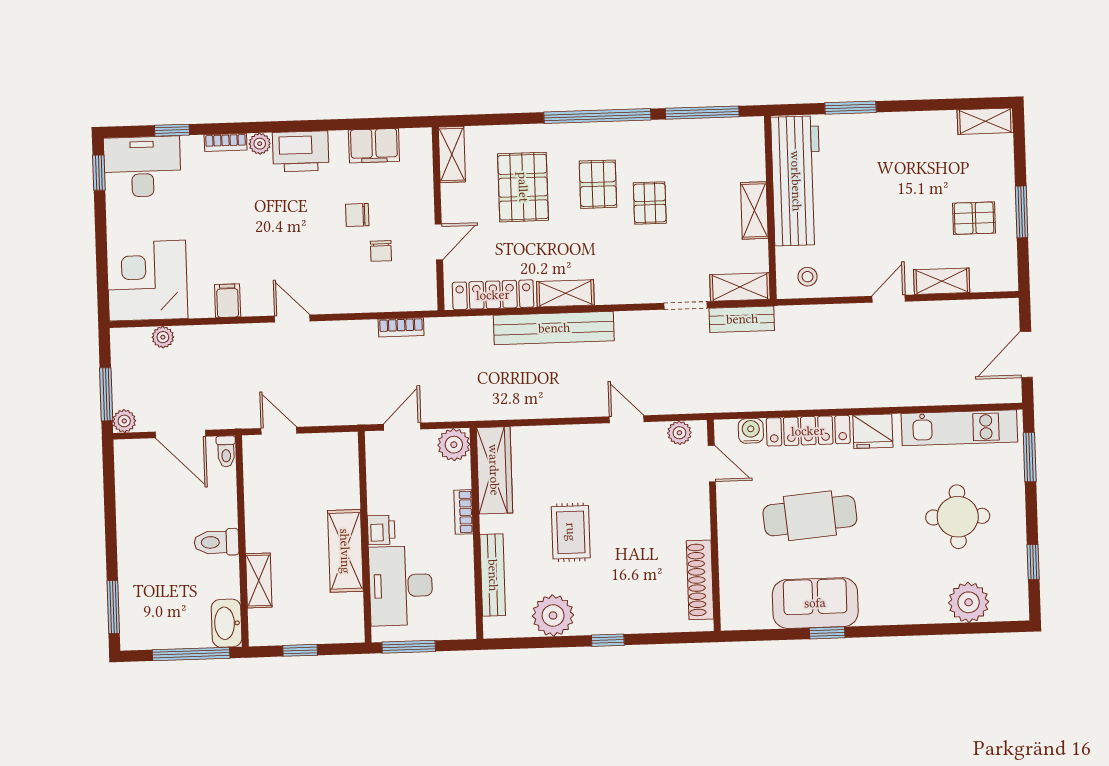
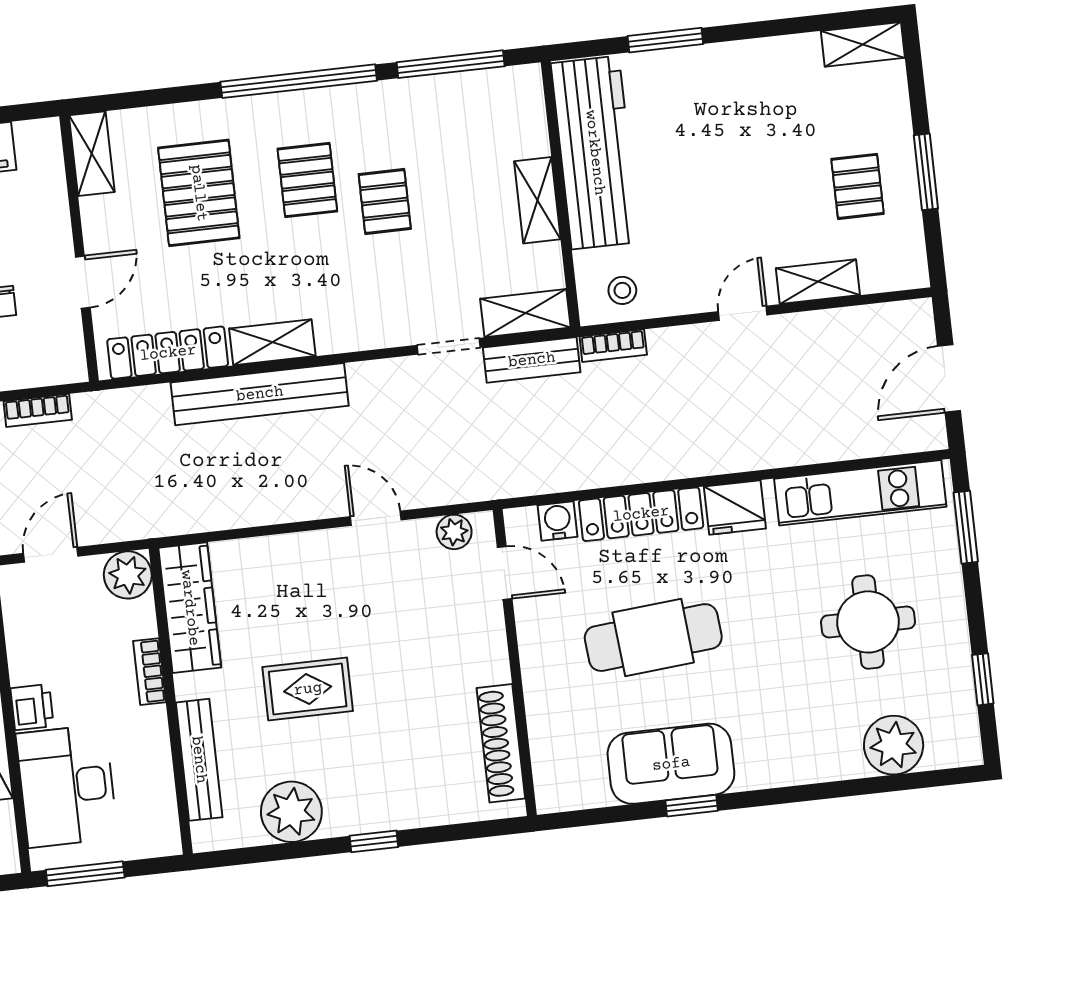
pallet: (974, 218) -> (858, 186), turned 90
bookcase: (798, 314) -> (613, 346), added
rug: (571, 532) -> (308, 689), turned 90

